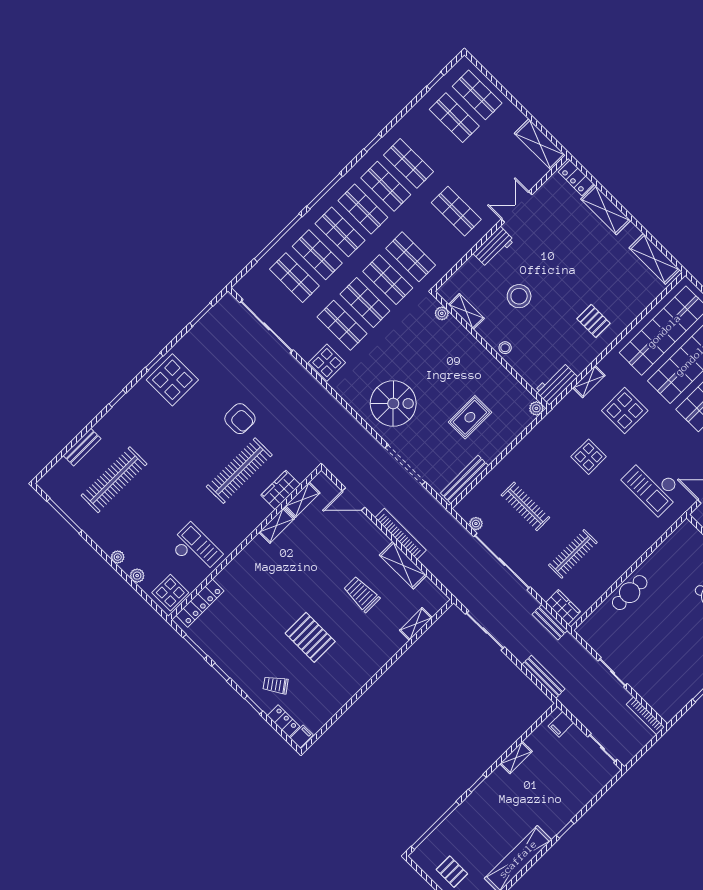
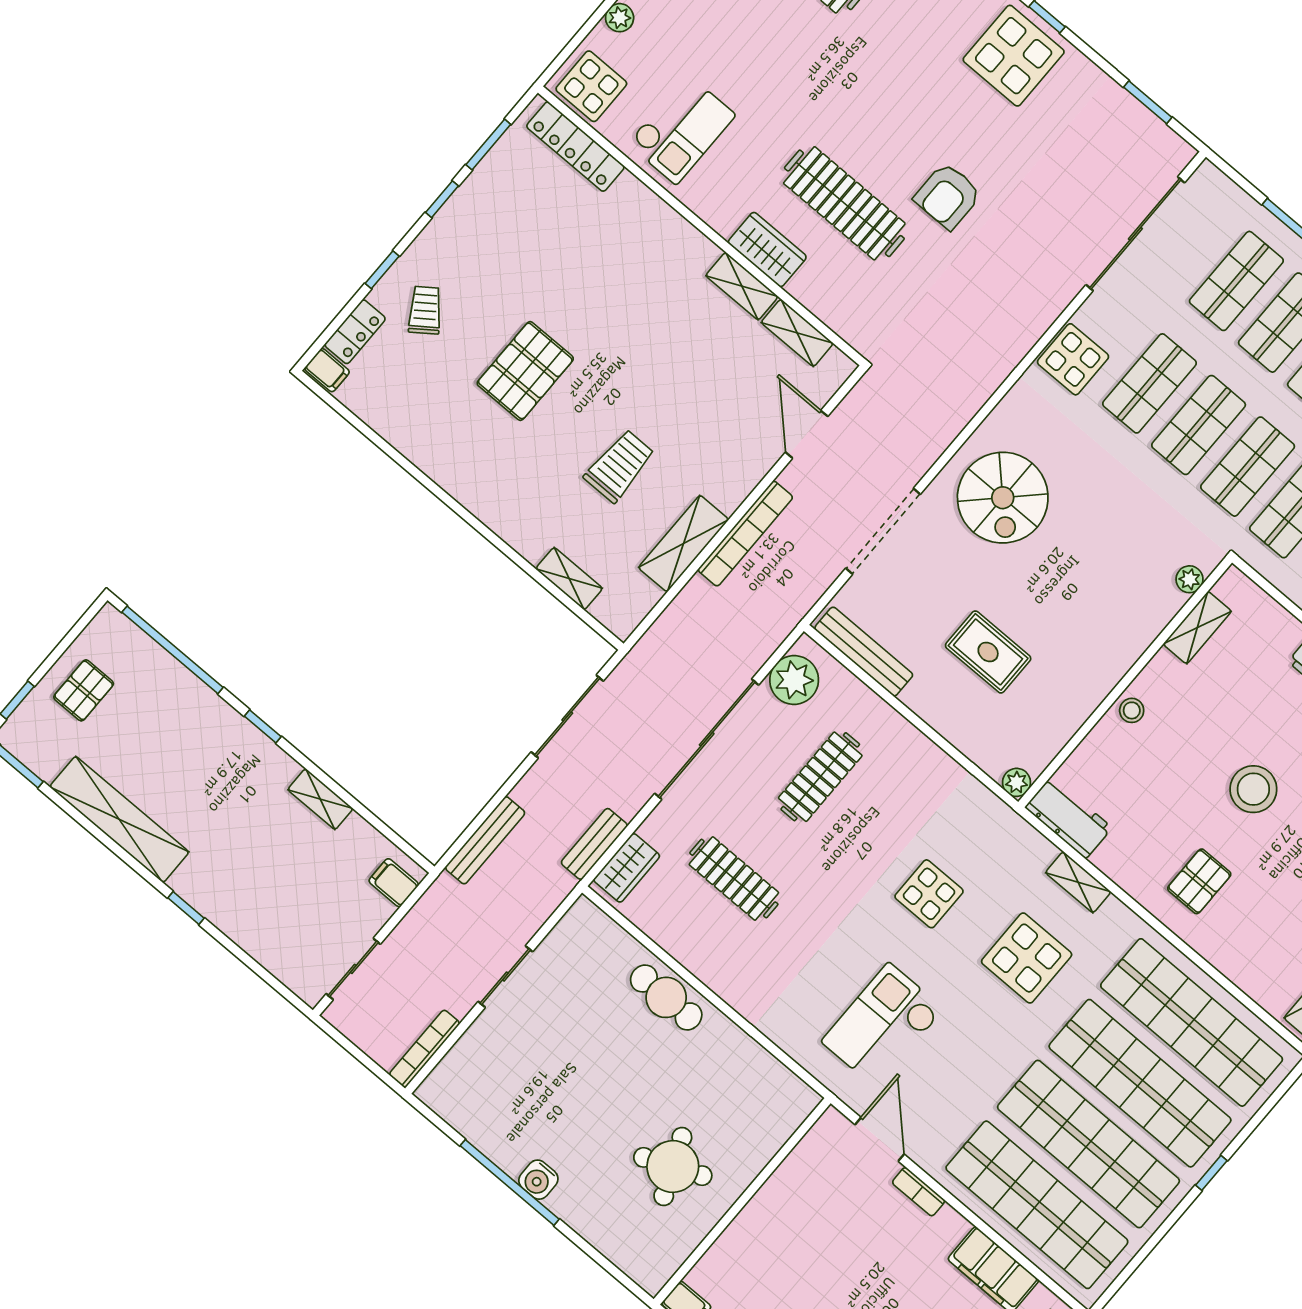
stool: (519, 296) -> (1253, 789), moved
wardrobe: (281, 490) -> (767, 250), moved
plant: (476, 524) -> (794, 680), width x1.88, depth x1.88

